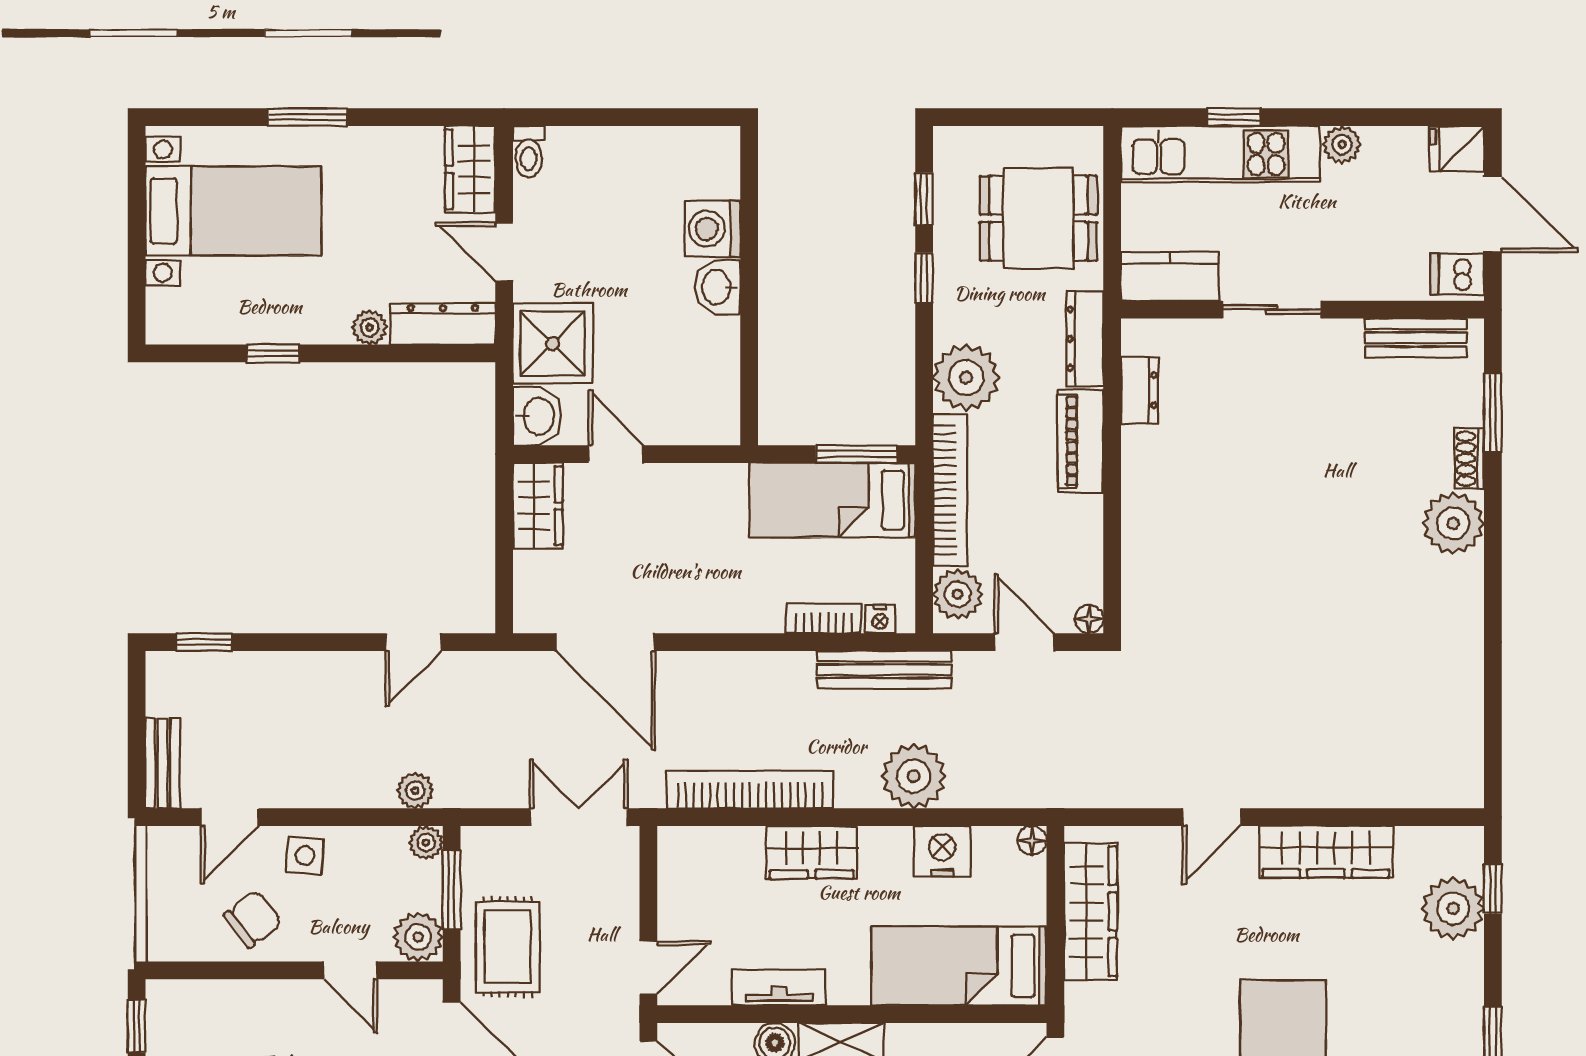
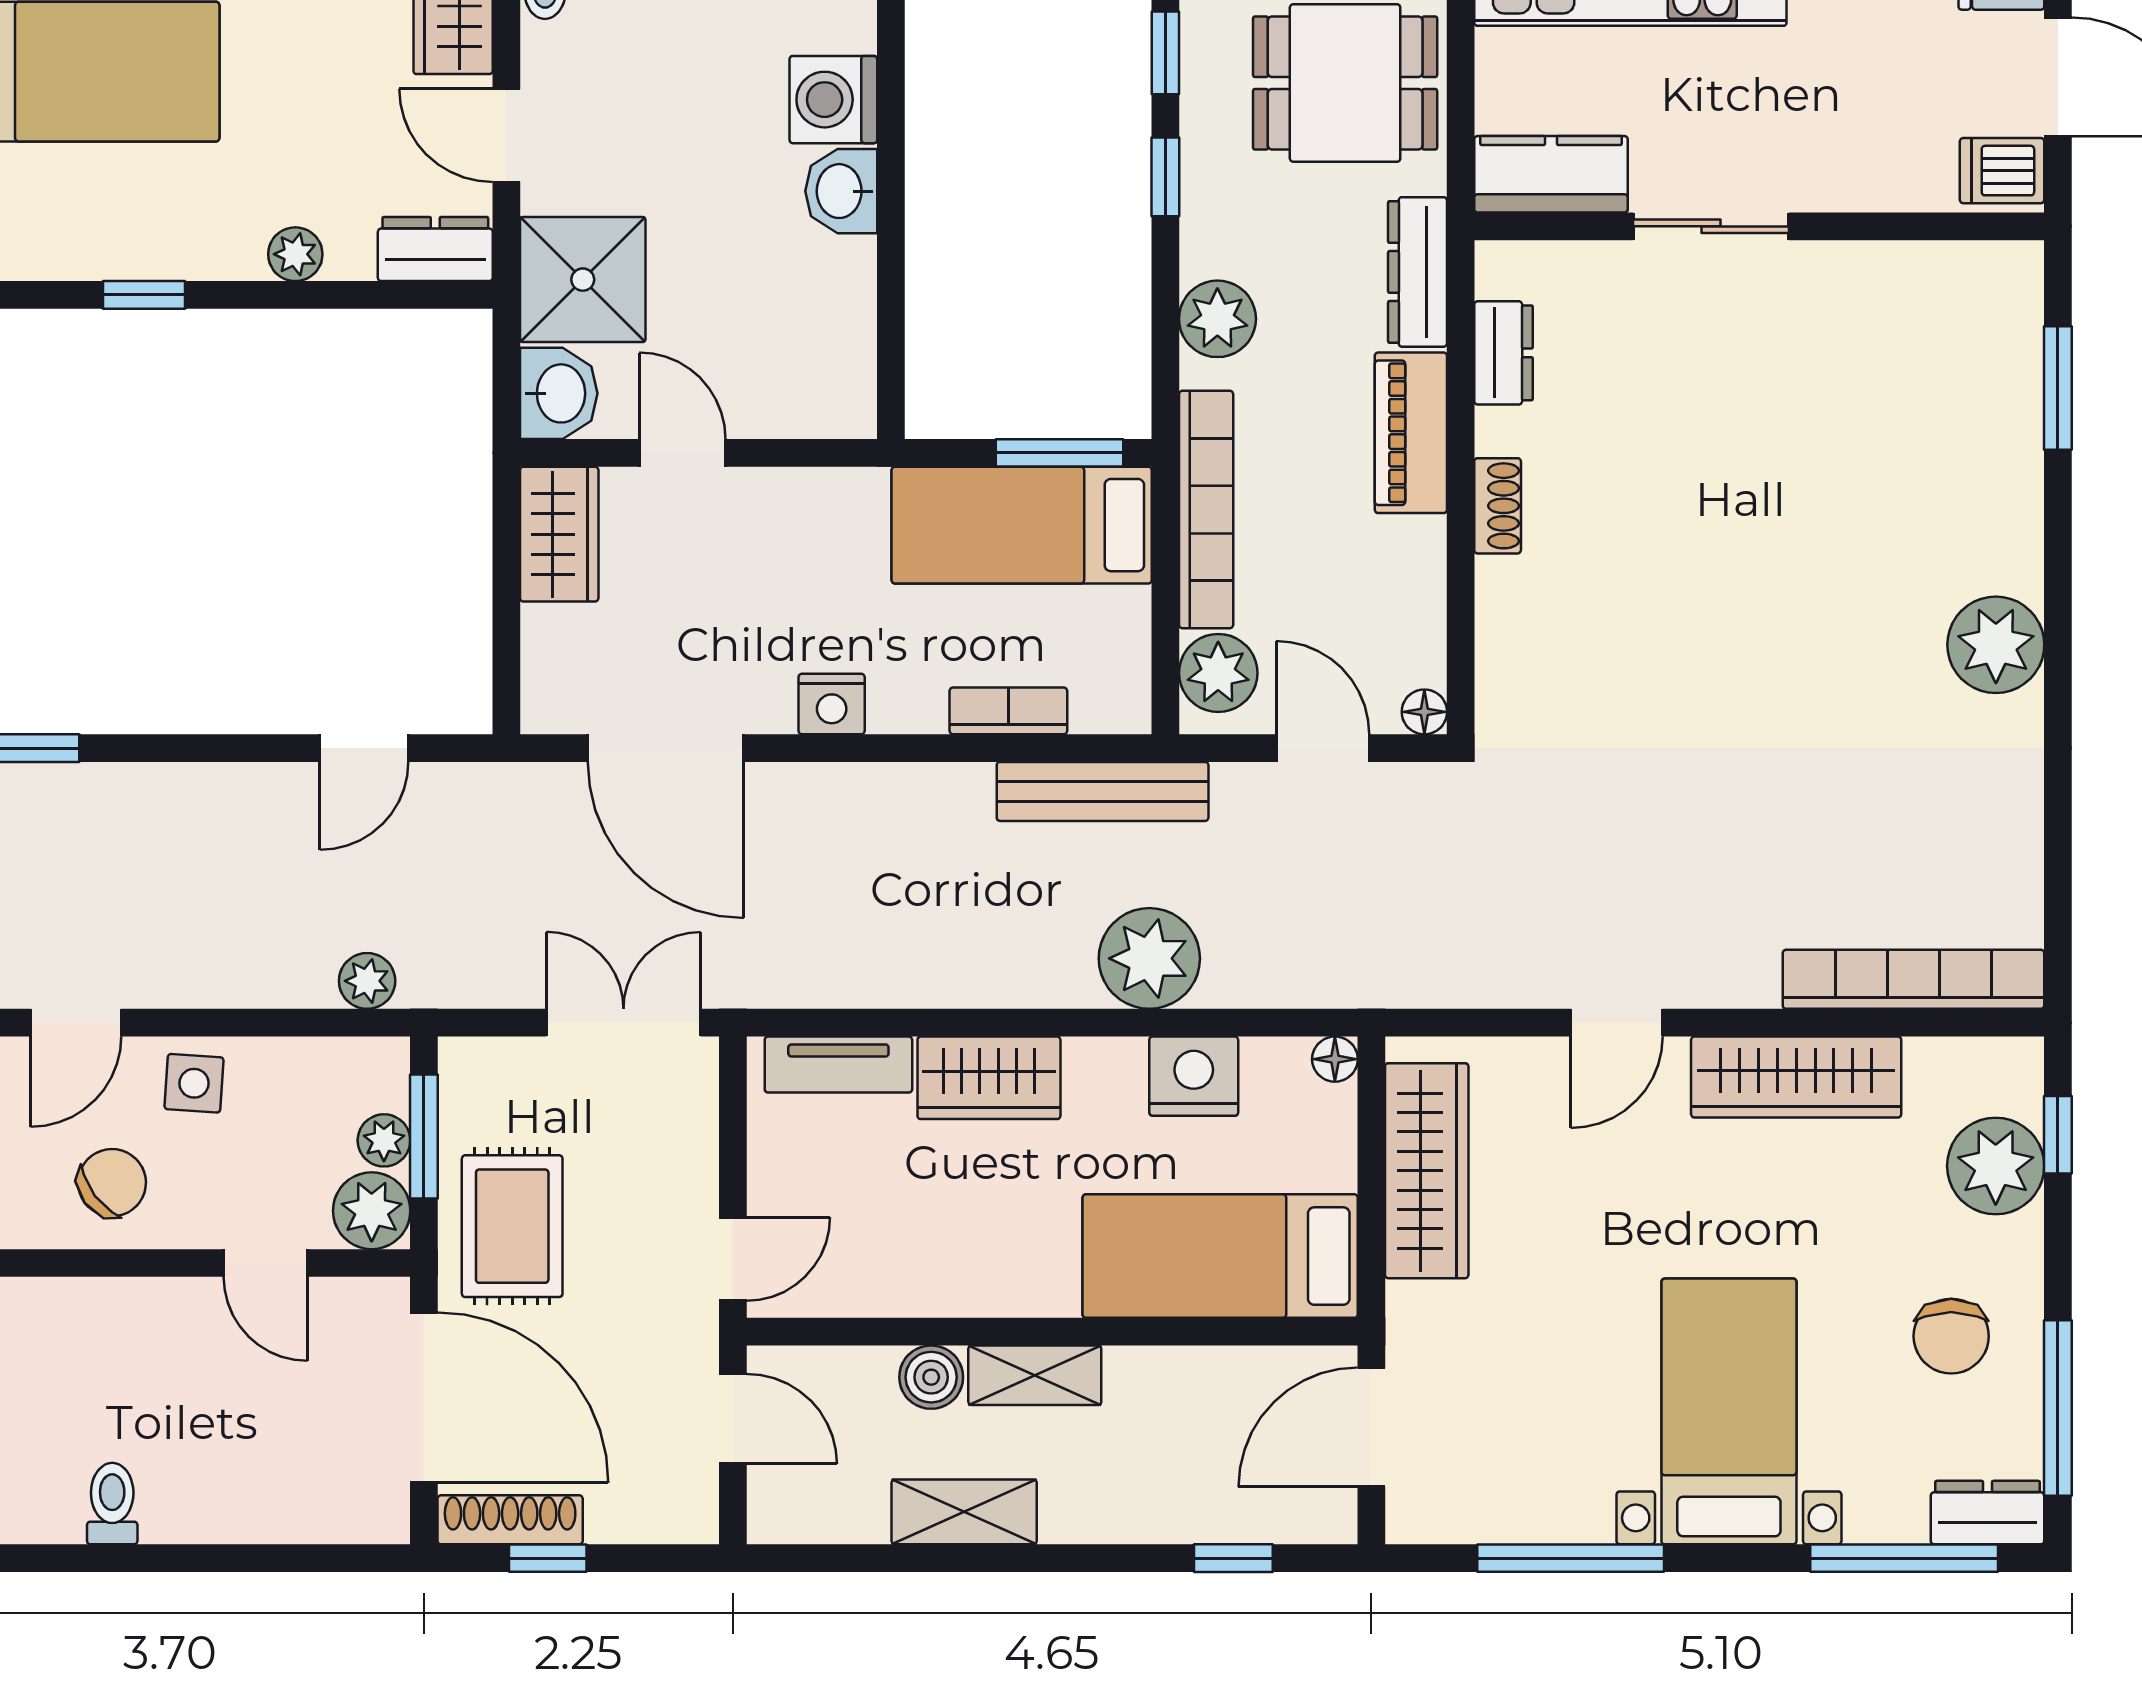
dresser: (443, 324) -> (435, 249), width x0.70
bench: (1416, 338) -> (1937, 271), removed
plant: (966, 377) -> (1217, 319), width x0.73, depth x0.73
shoe rack: (1469, 459) -> (1498, 506), moved, turned 180
plant: (1453, 523) -> (1996, 645), moved
nightstand: (880, 619) -> (832, 704), moved, width x1.39, depth x1.35
bookcase: (750, 789) -> (1913, 979), moved
plant: (426, 843) -> (384, 1140), moved
tv unit: (779, 987) -> (838, 1065), moved, turned 180
chair: (1425, 1017) -> (1951, 1336), added

